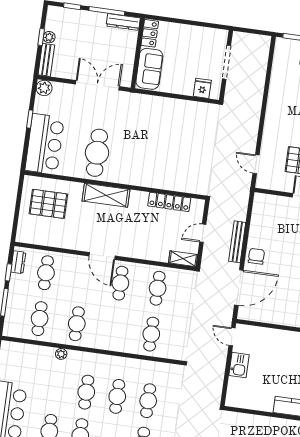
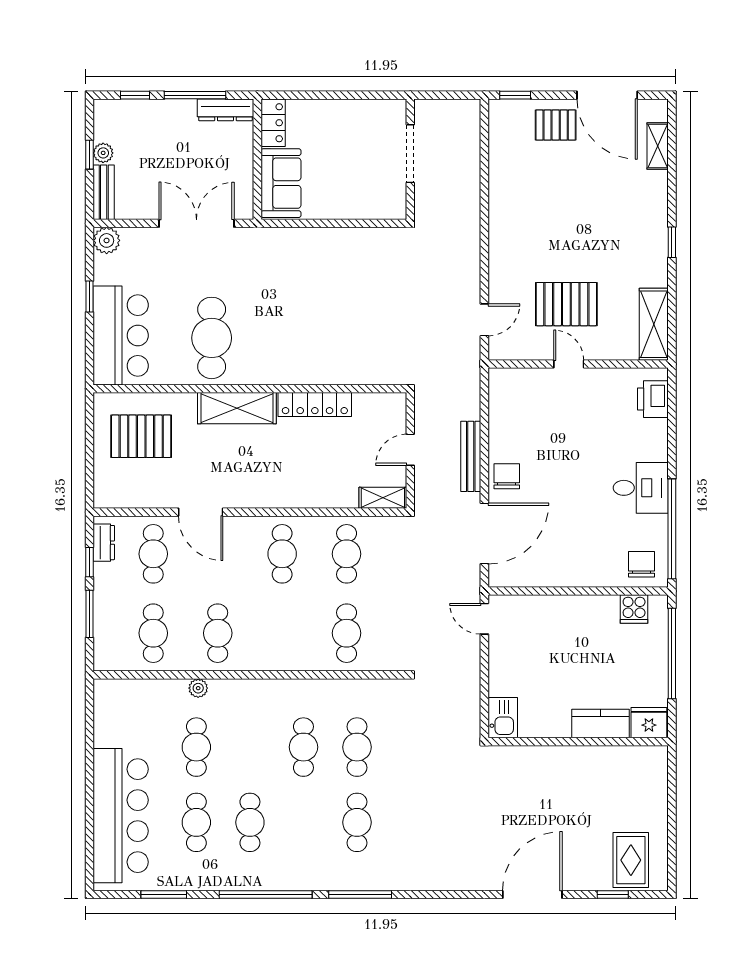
fridge: (202, 88) -> (375, 204), removed
door: (256, 164) -> (484, 320), swing flipped
locker: (169, 202) -> (315, 405), moved
door: (102, 256) -> (201, 512), moved
kitchen sink: (239, 365) -> (503, 718), moved
cafe table: (86, 392) -> (196, 747), moved

